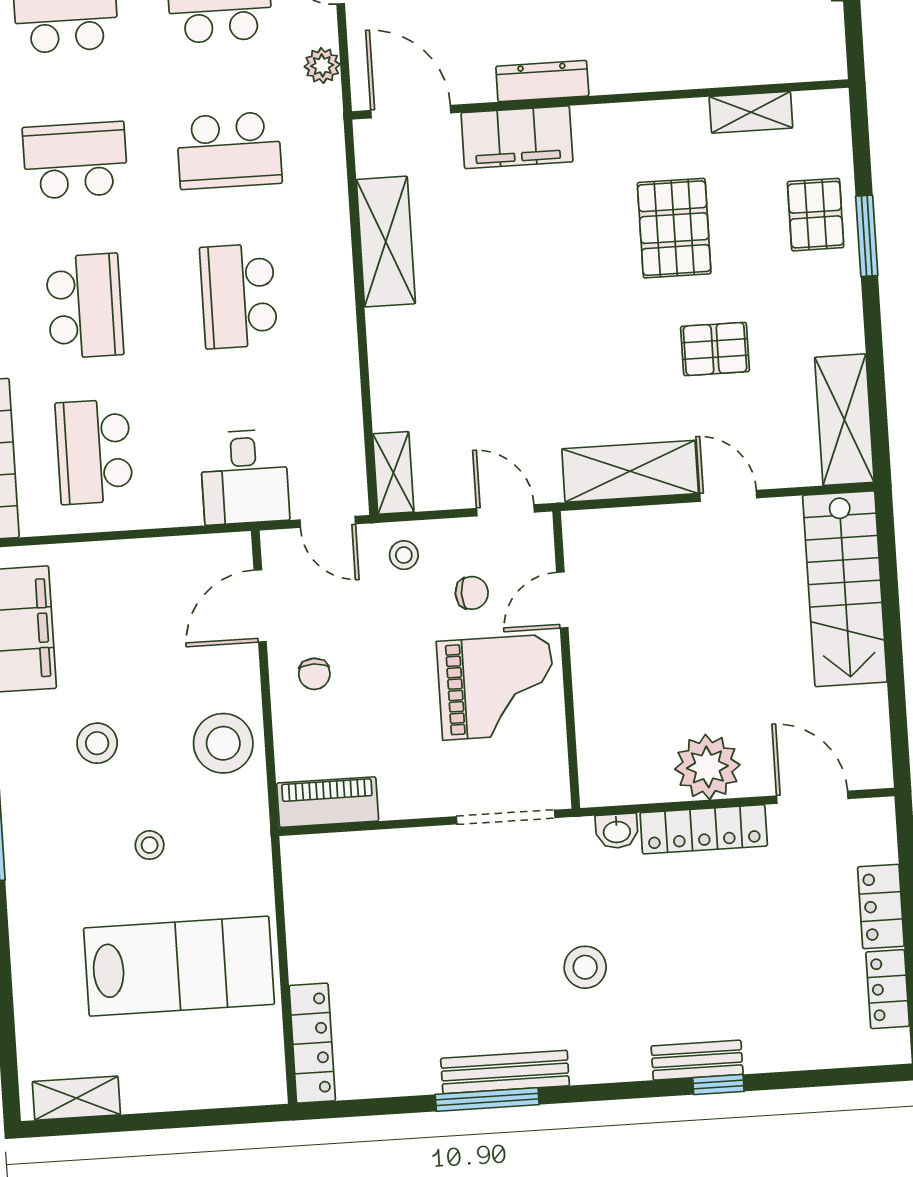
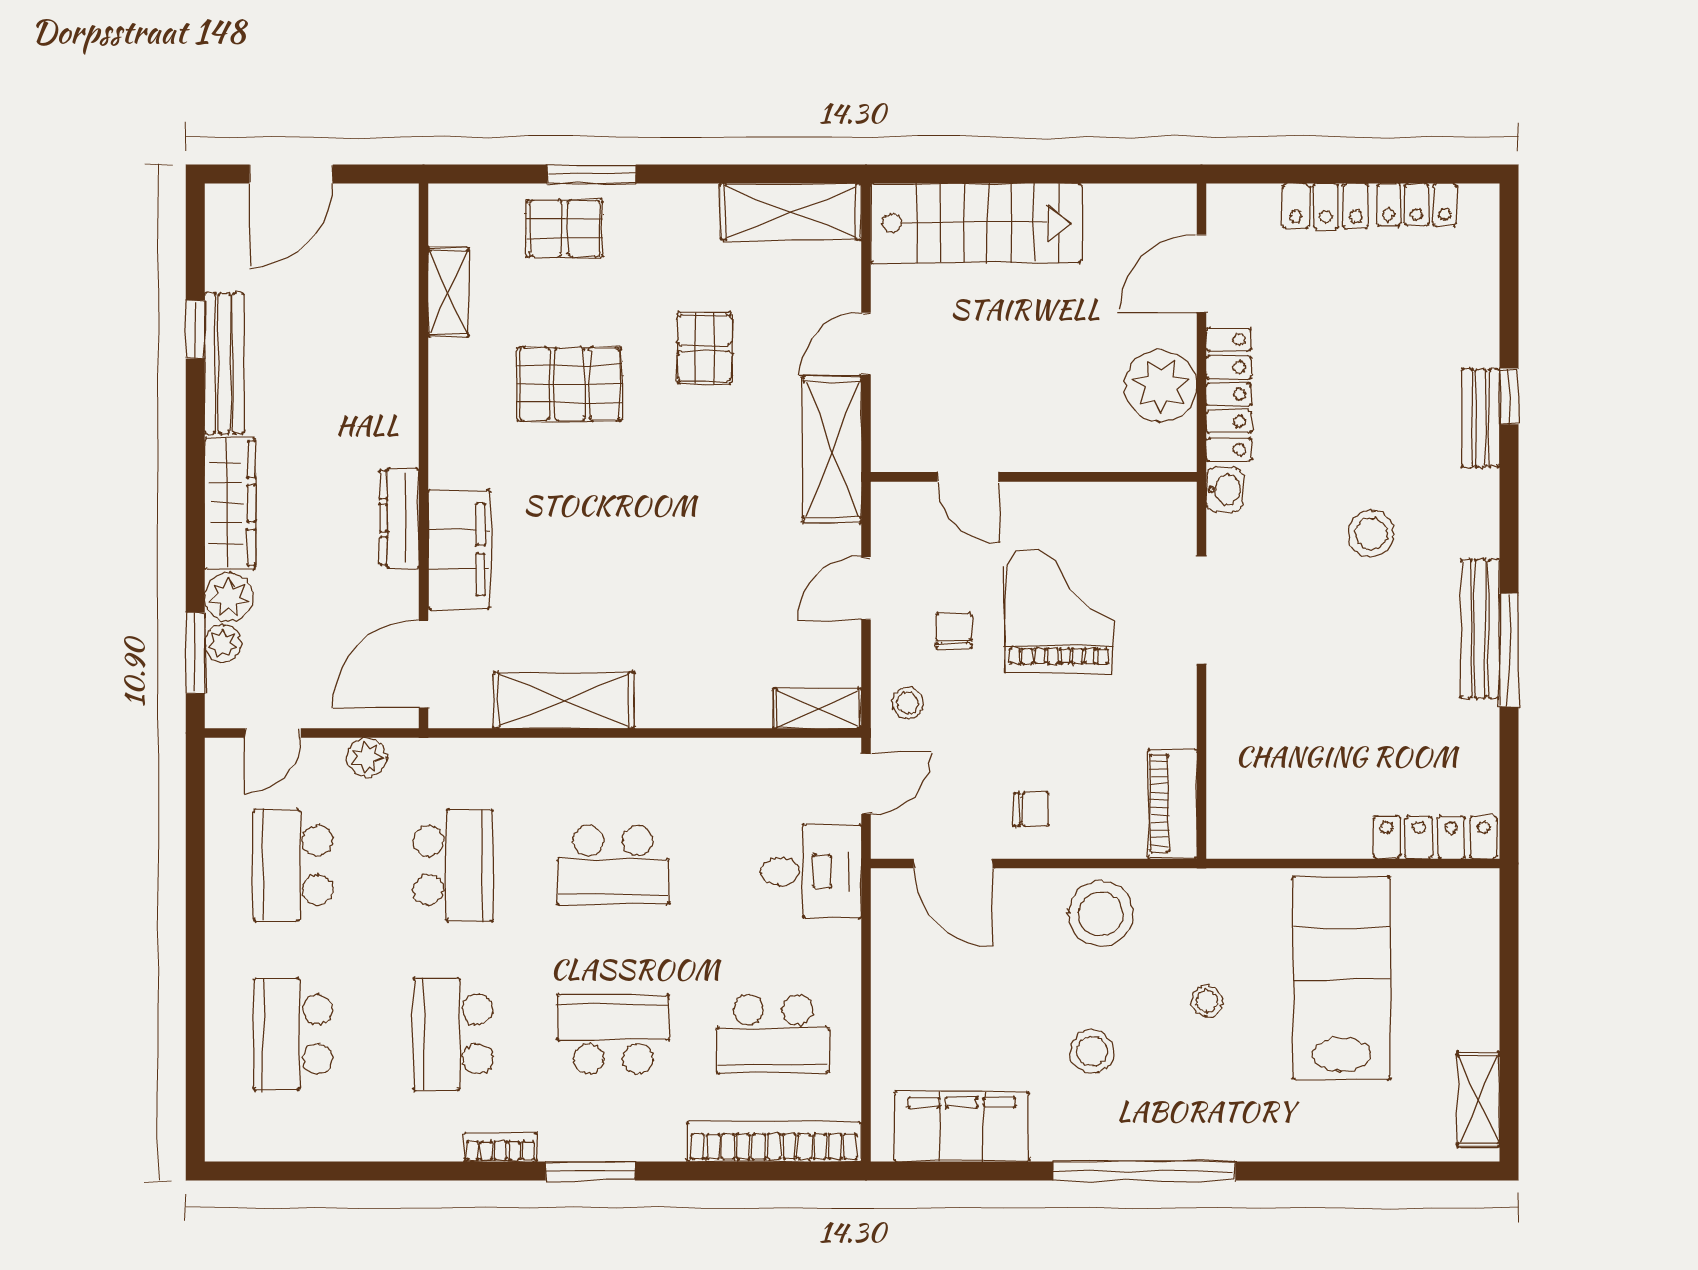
door: (562, 600) -> (968, 477), moved
wall: (566, 660) -> (1034, 477), moved

